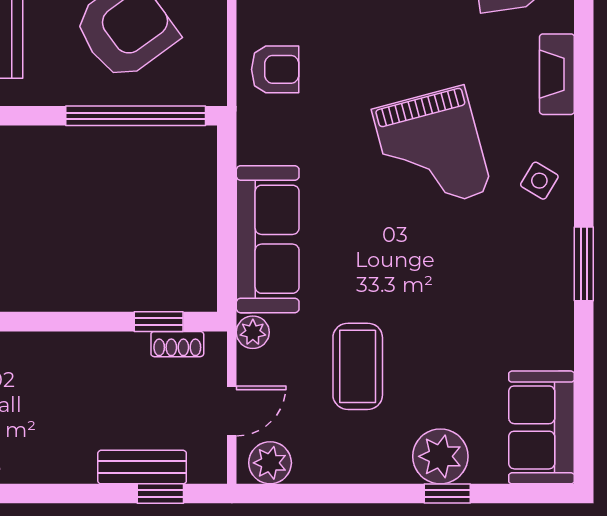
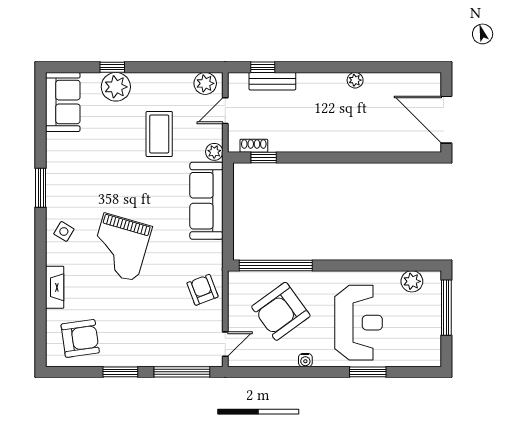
armchair: (275, 69) -> (202, 290), turned 69
grand piano: (432, 150) -> (120, 247), turned -149

